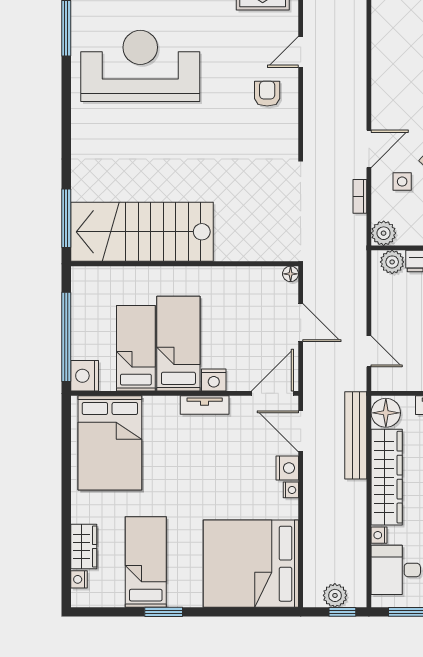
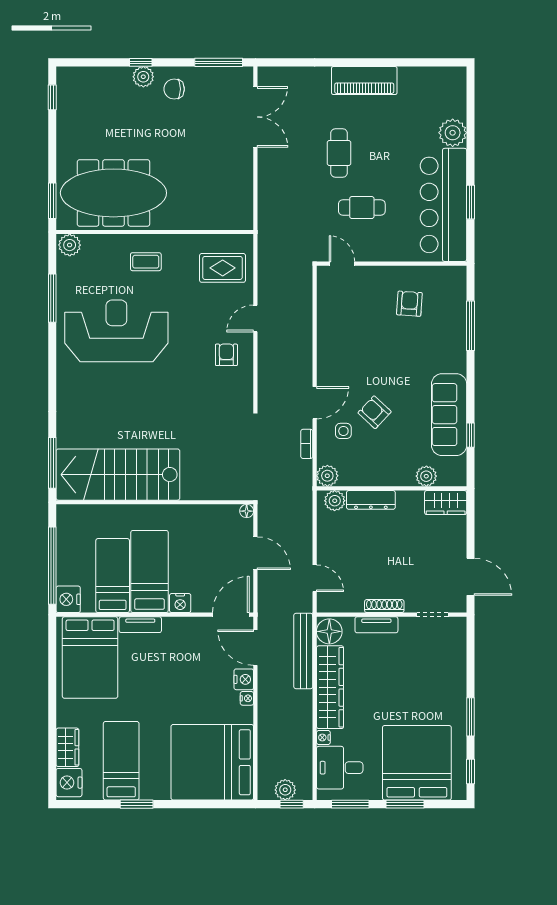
tv unit: (205, 405) -> (140, 625), moved
nightstand: (79, 579) -> (69, 783), width x1.89, depth x1.79

